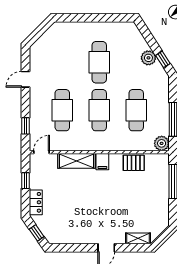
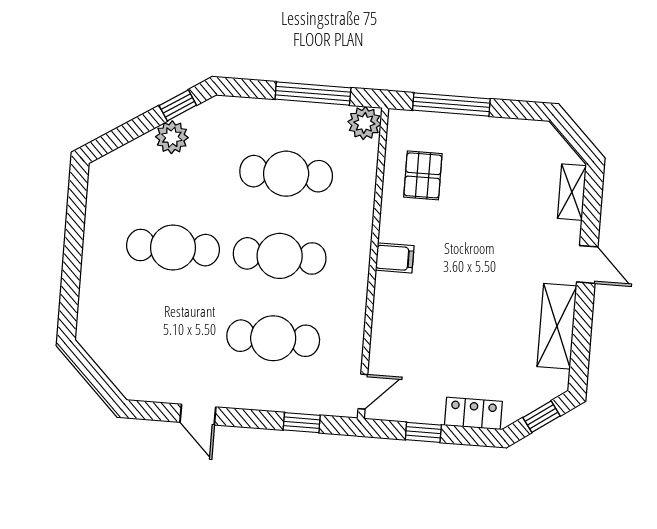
door: (42, 152) -> (363, 392), swing flipped
shelving: (76, 161) -> (557, 326), moved
pallet: (134, 163) -> (423, 175), moved

